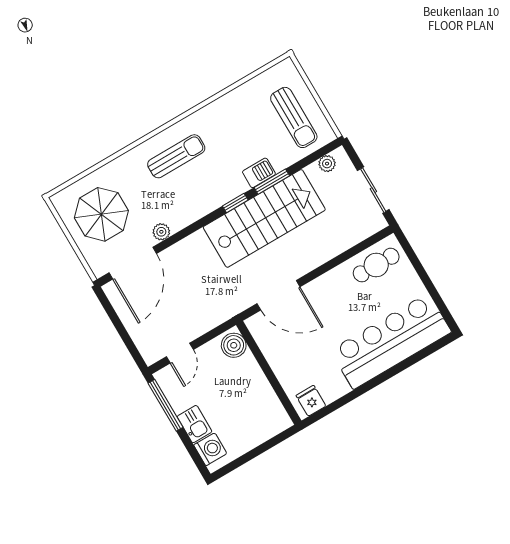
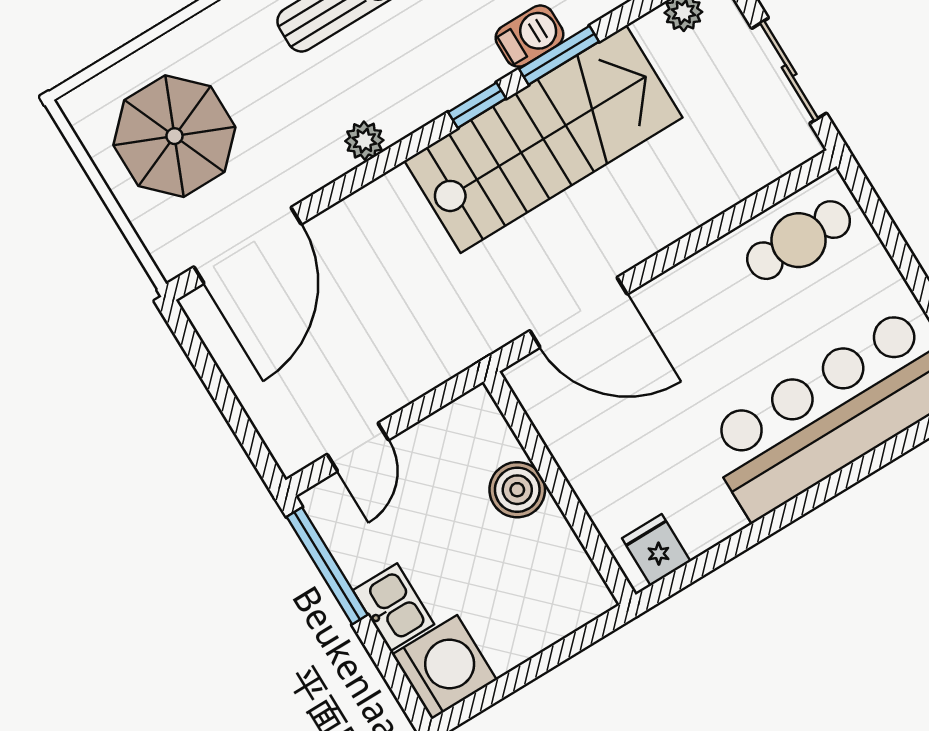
plant: (161, 232) -> (364, 141), moved
boiler: (234, 345) -> (517, 490), moved
washing machine: (210, 449) -> (444, 667), width x1.37, depth x1.37

